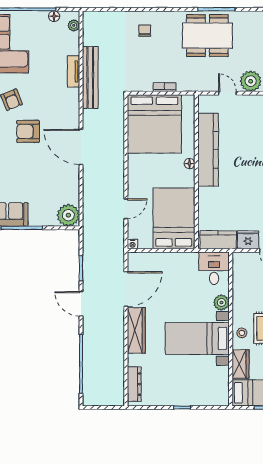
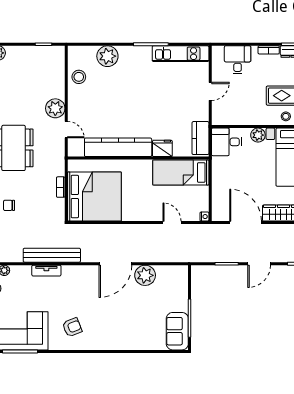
door: (227, 93) -> (66, 130), swing flipped
armchair: (28, 131) -> (101, 312), removed
floor lamp: (190, 164) -> (131, 164), removed
plant: (68, 215) -> (145, 275), moved
bed: (174, 218) -> (181, 173), width x0.67
fridge: (248, 240) -> (162, 148), moved, turned 90

